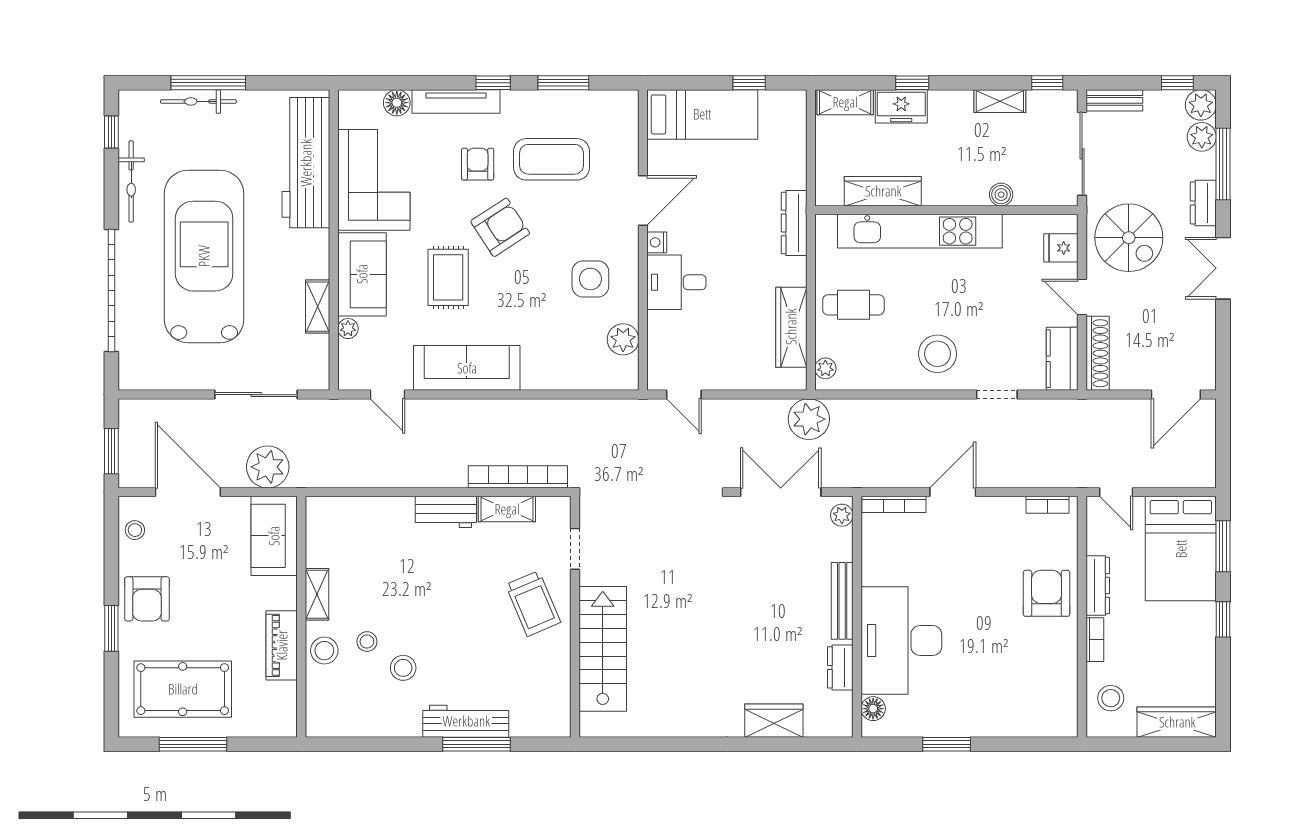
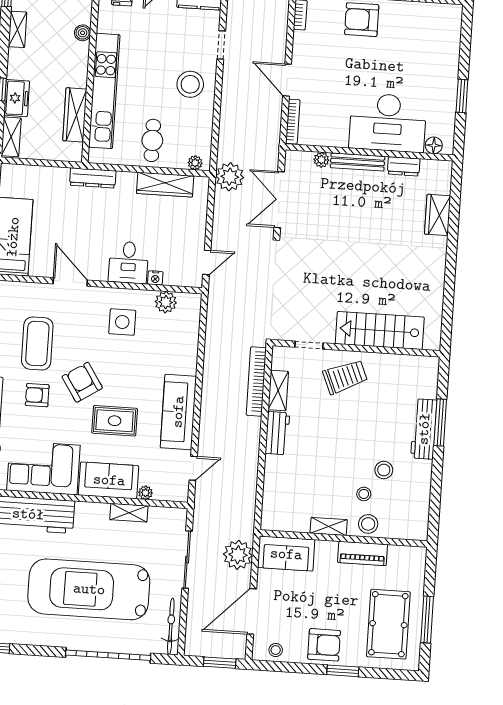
bicycle: (131, 181) -> (171, 626), moved, turned -90
nightstand: (657, 242) -> (155, 278), moved
plant: (842, 515) -> (321, 160), moved

